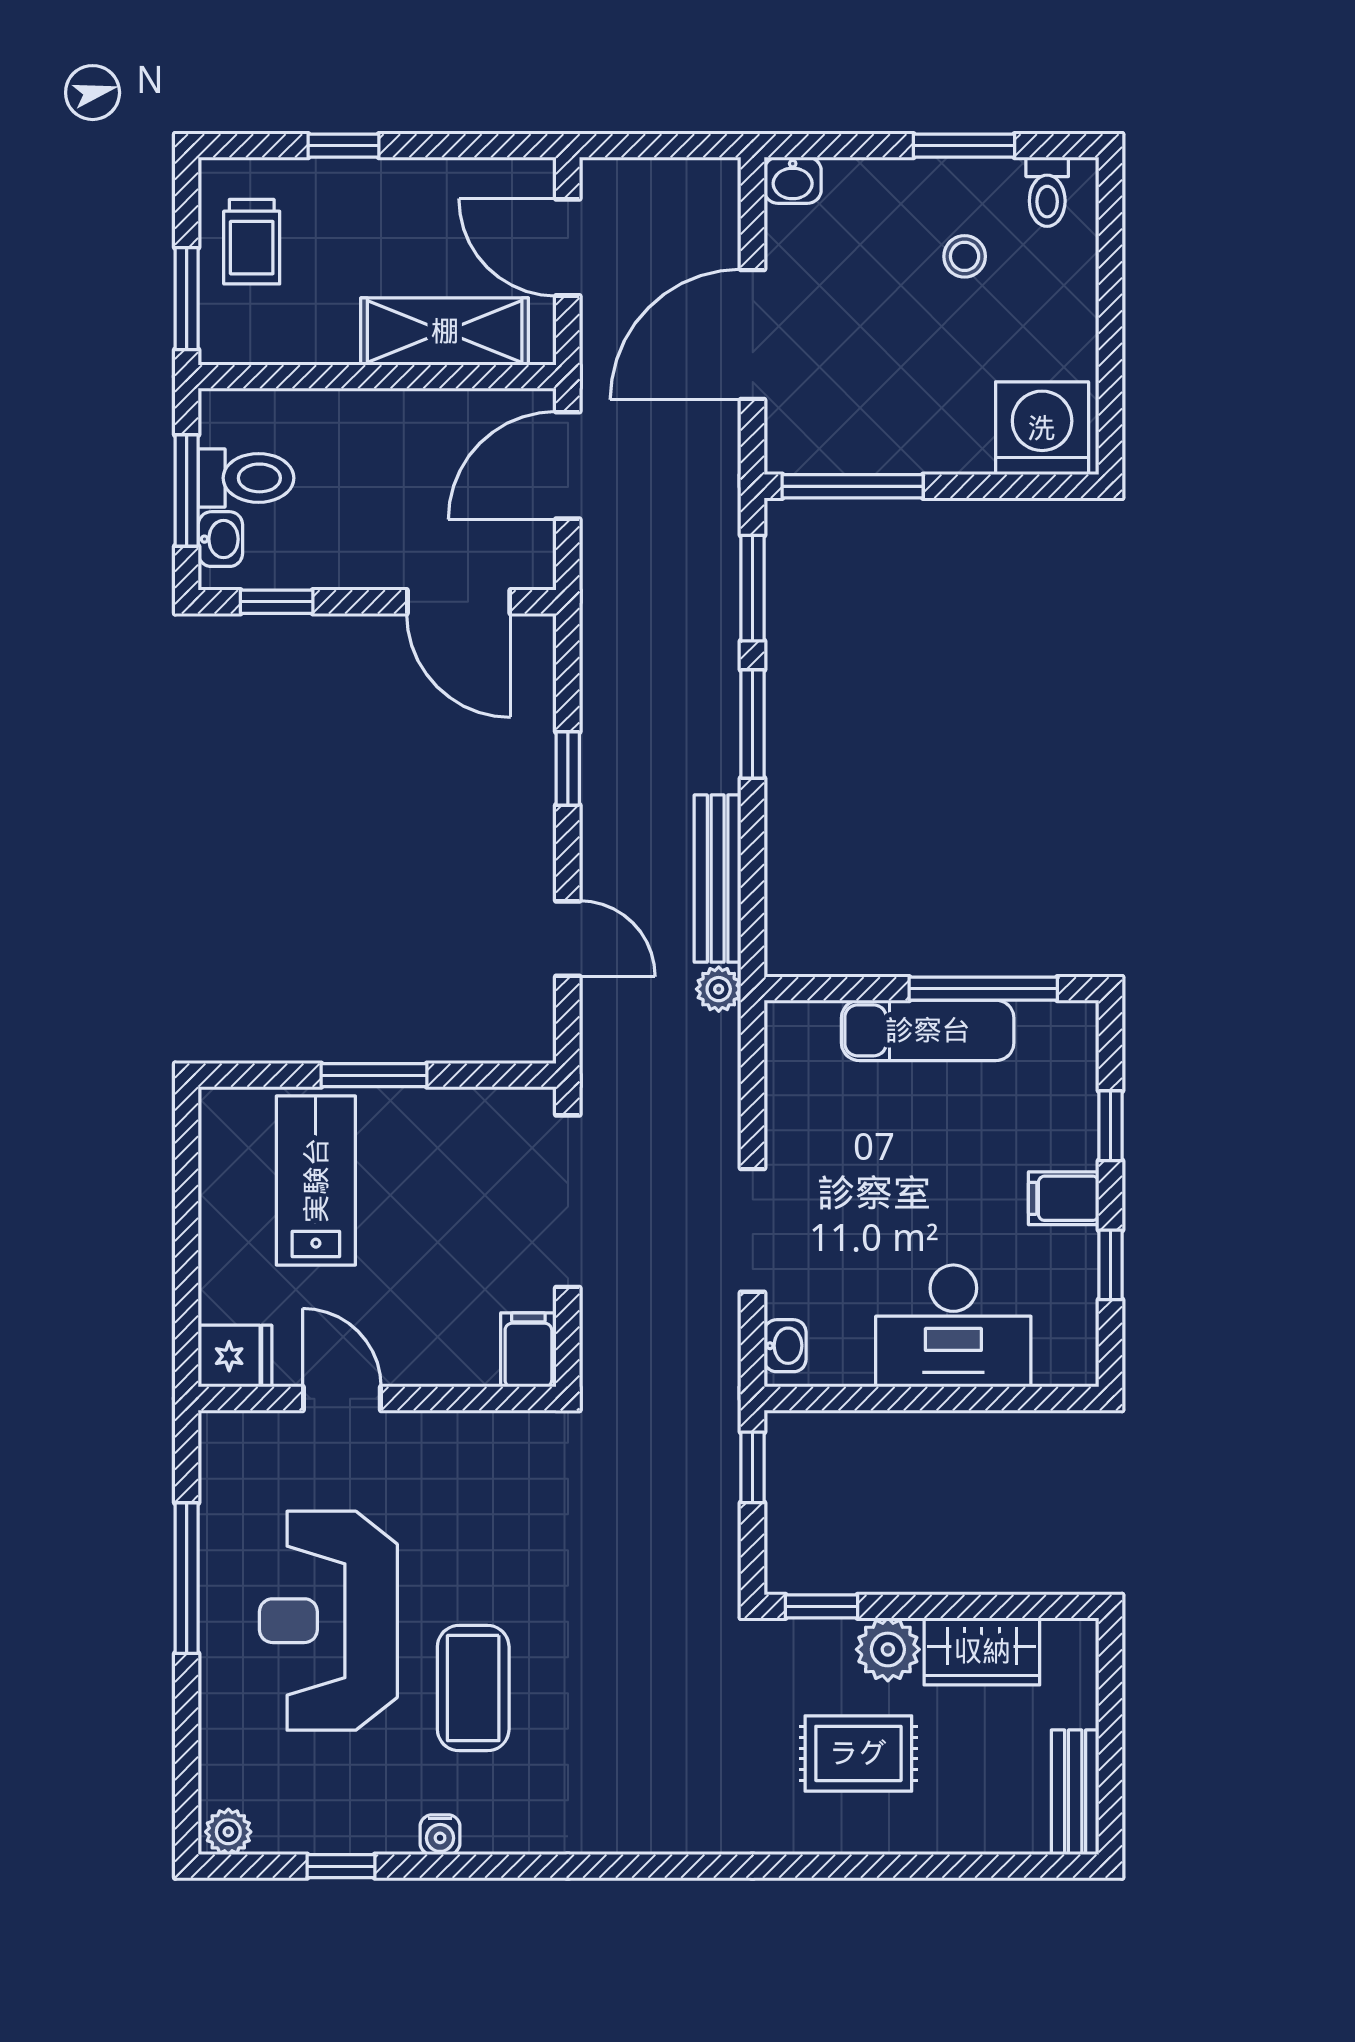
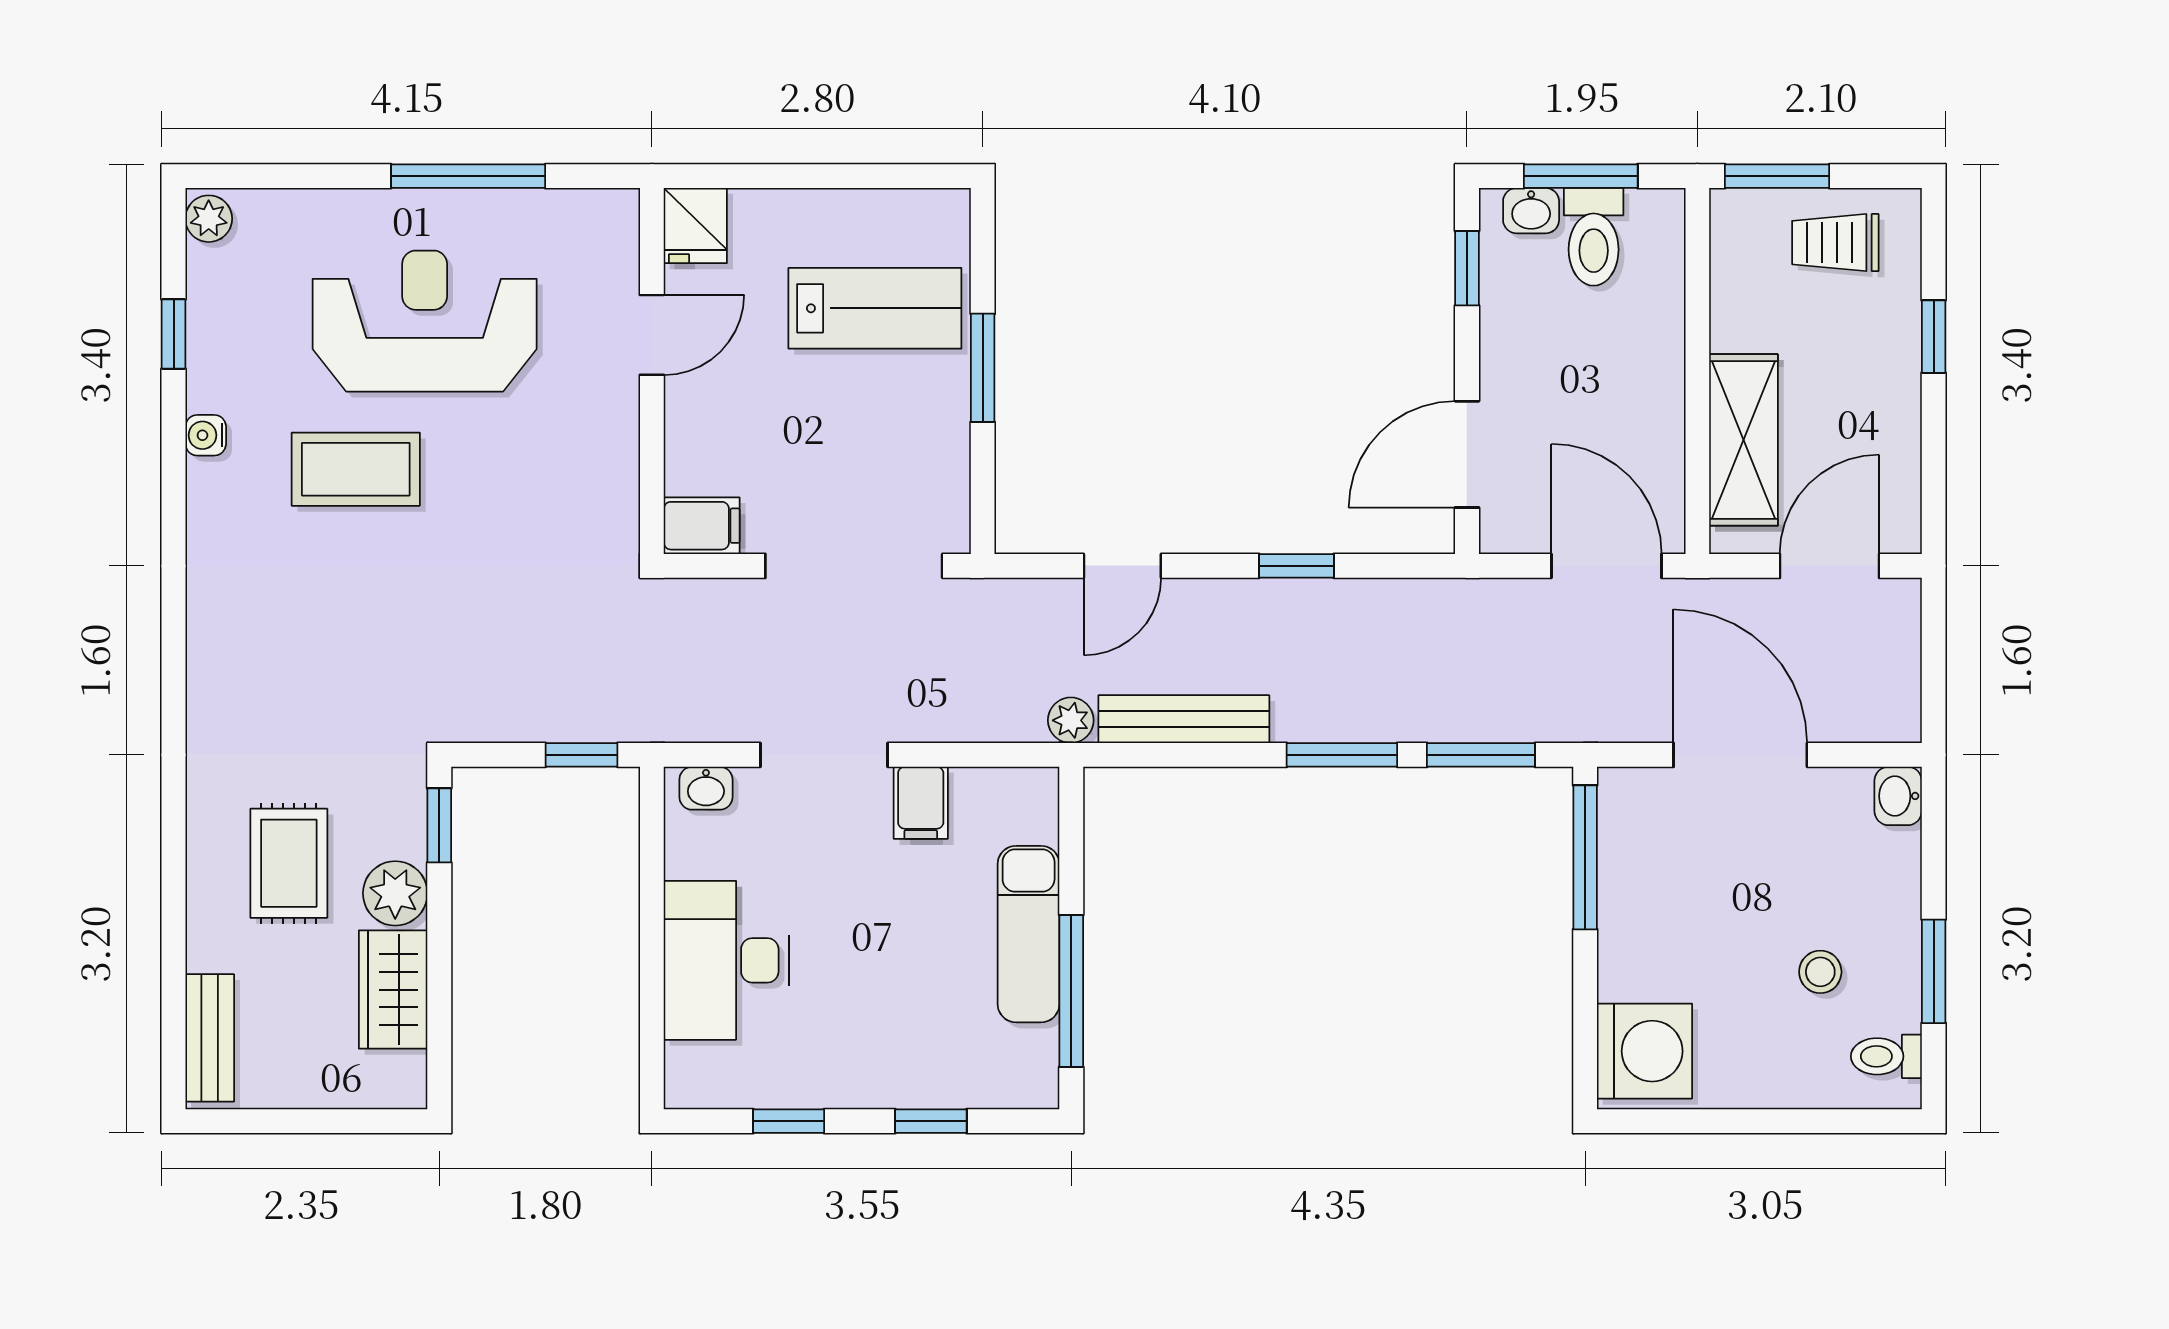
filing cabinet: (1064, 1198) -> (921, 803), moved, turned 180
bench: (1075, 1792) -> (210, 1038), moved, turned 90

